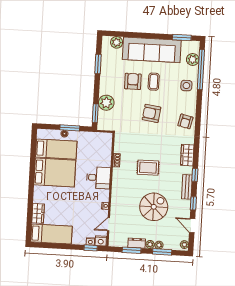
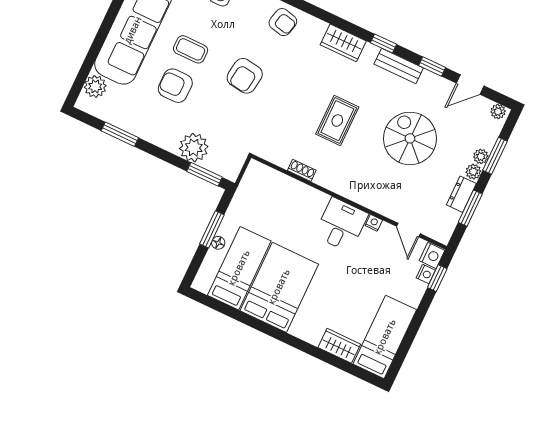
desk: (98, 178) -> (341, 225), moved

